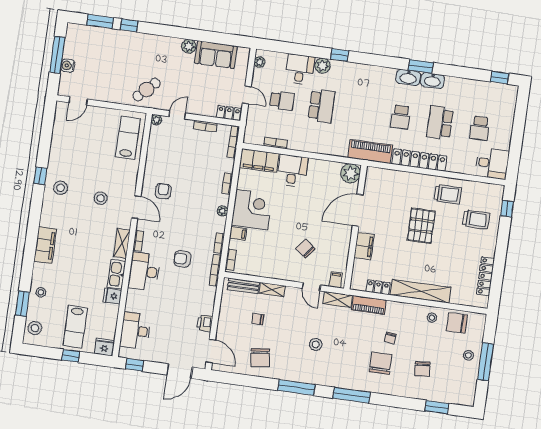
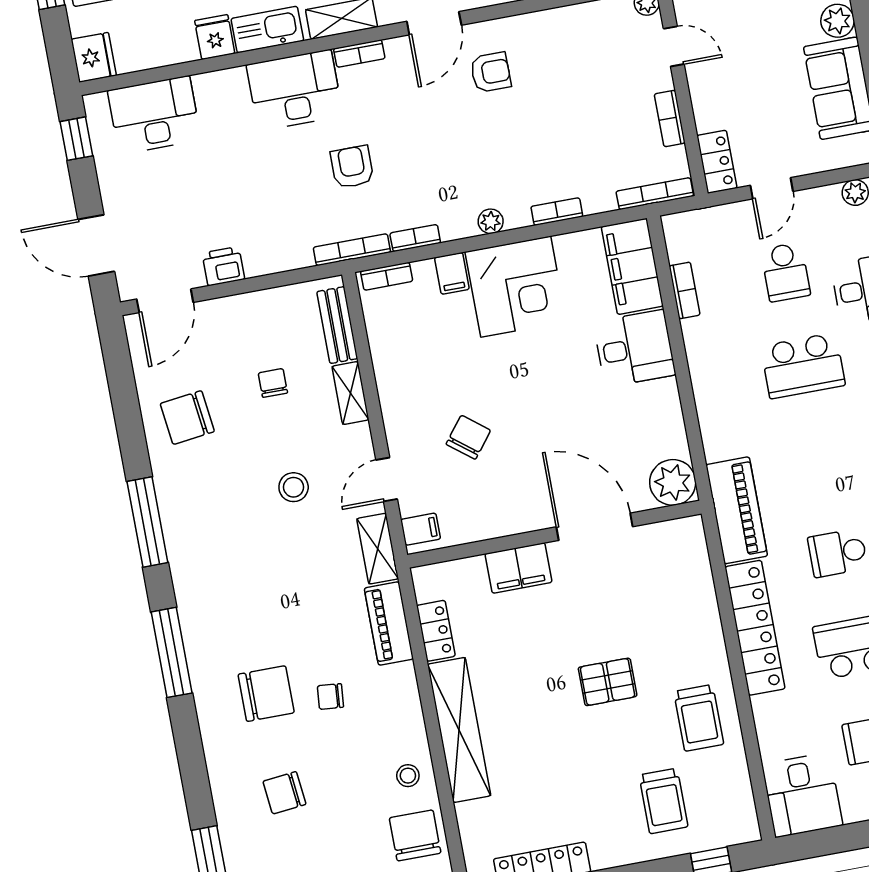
pallet: (421, 226) -> (608, 682), width x0.67, depth x0.71
stool: (316, 344) -> (294, 487), moved

